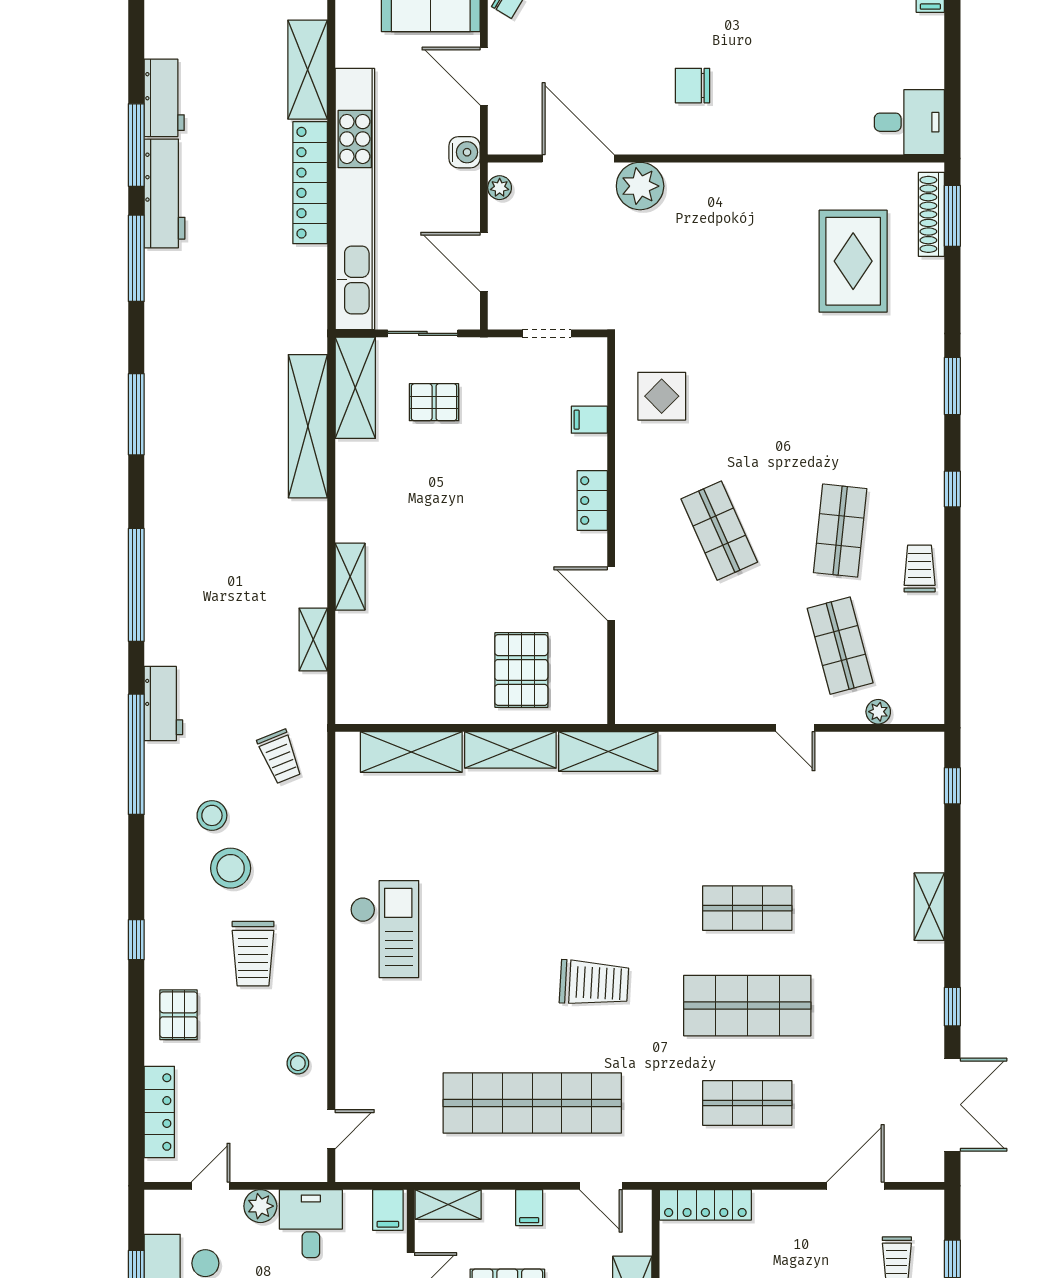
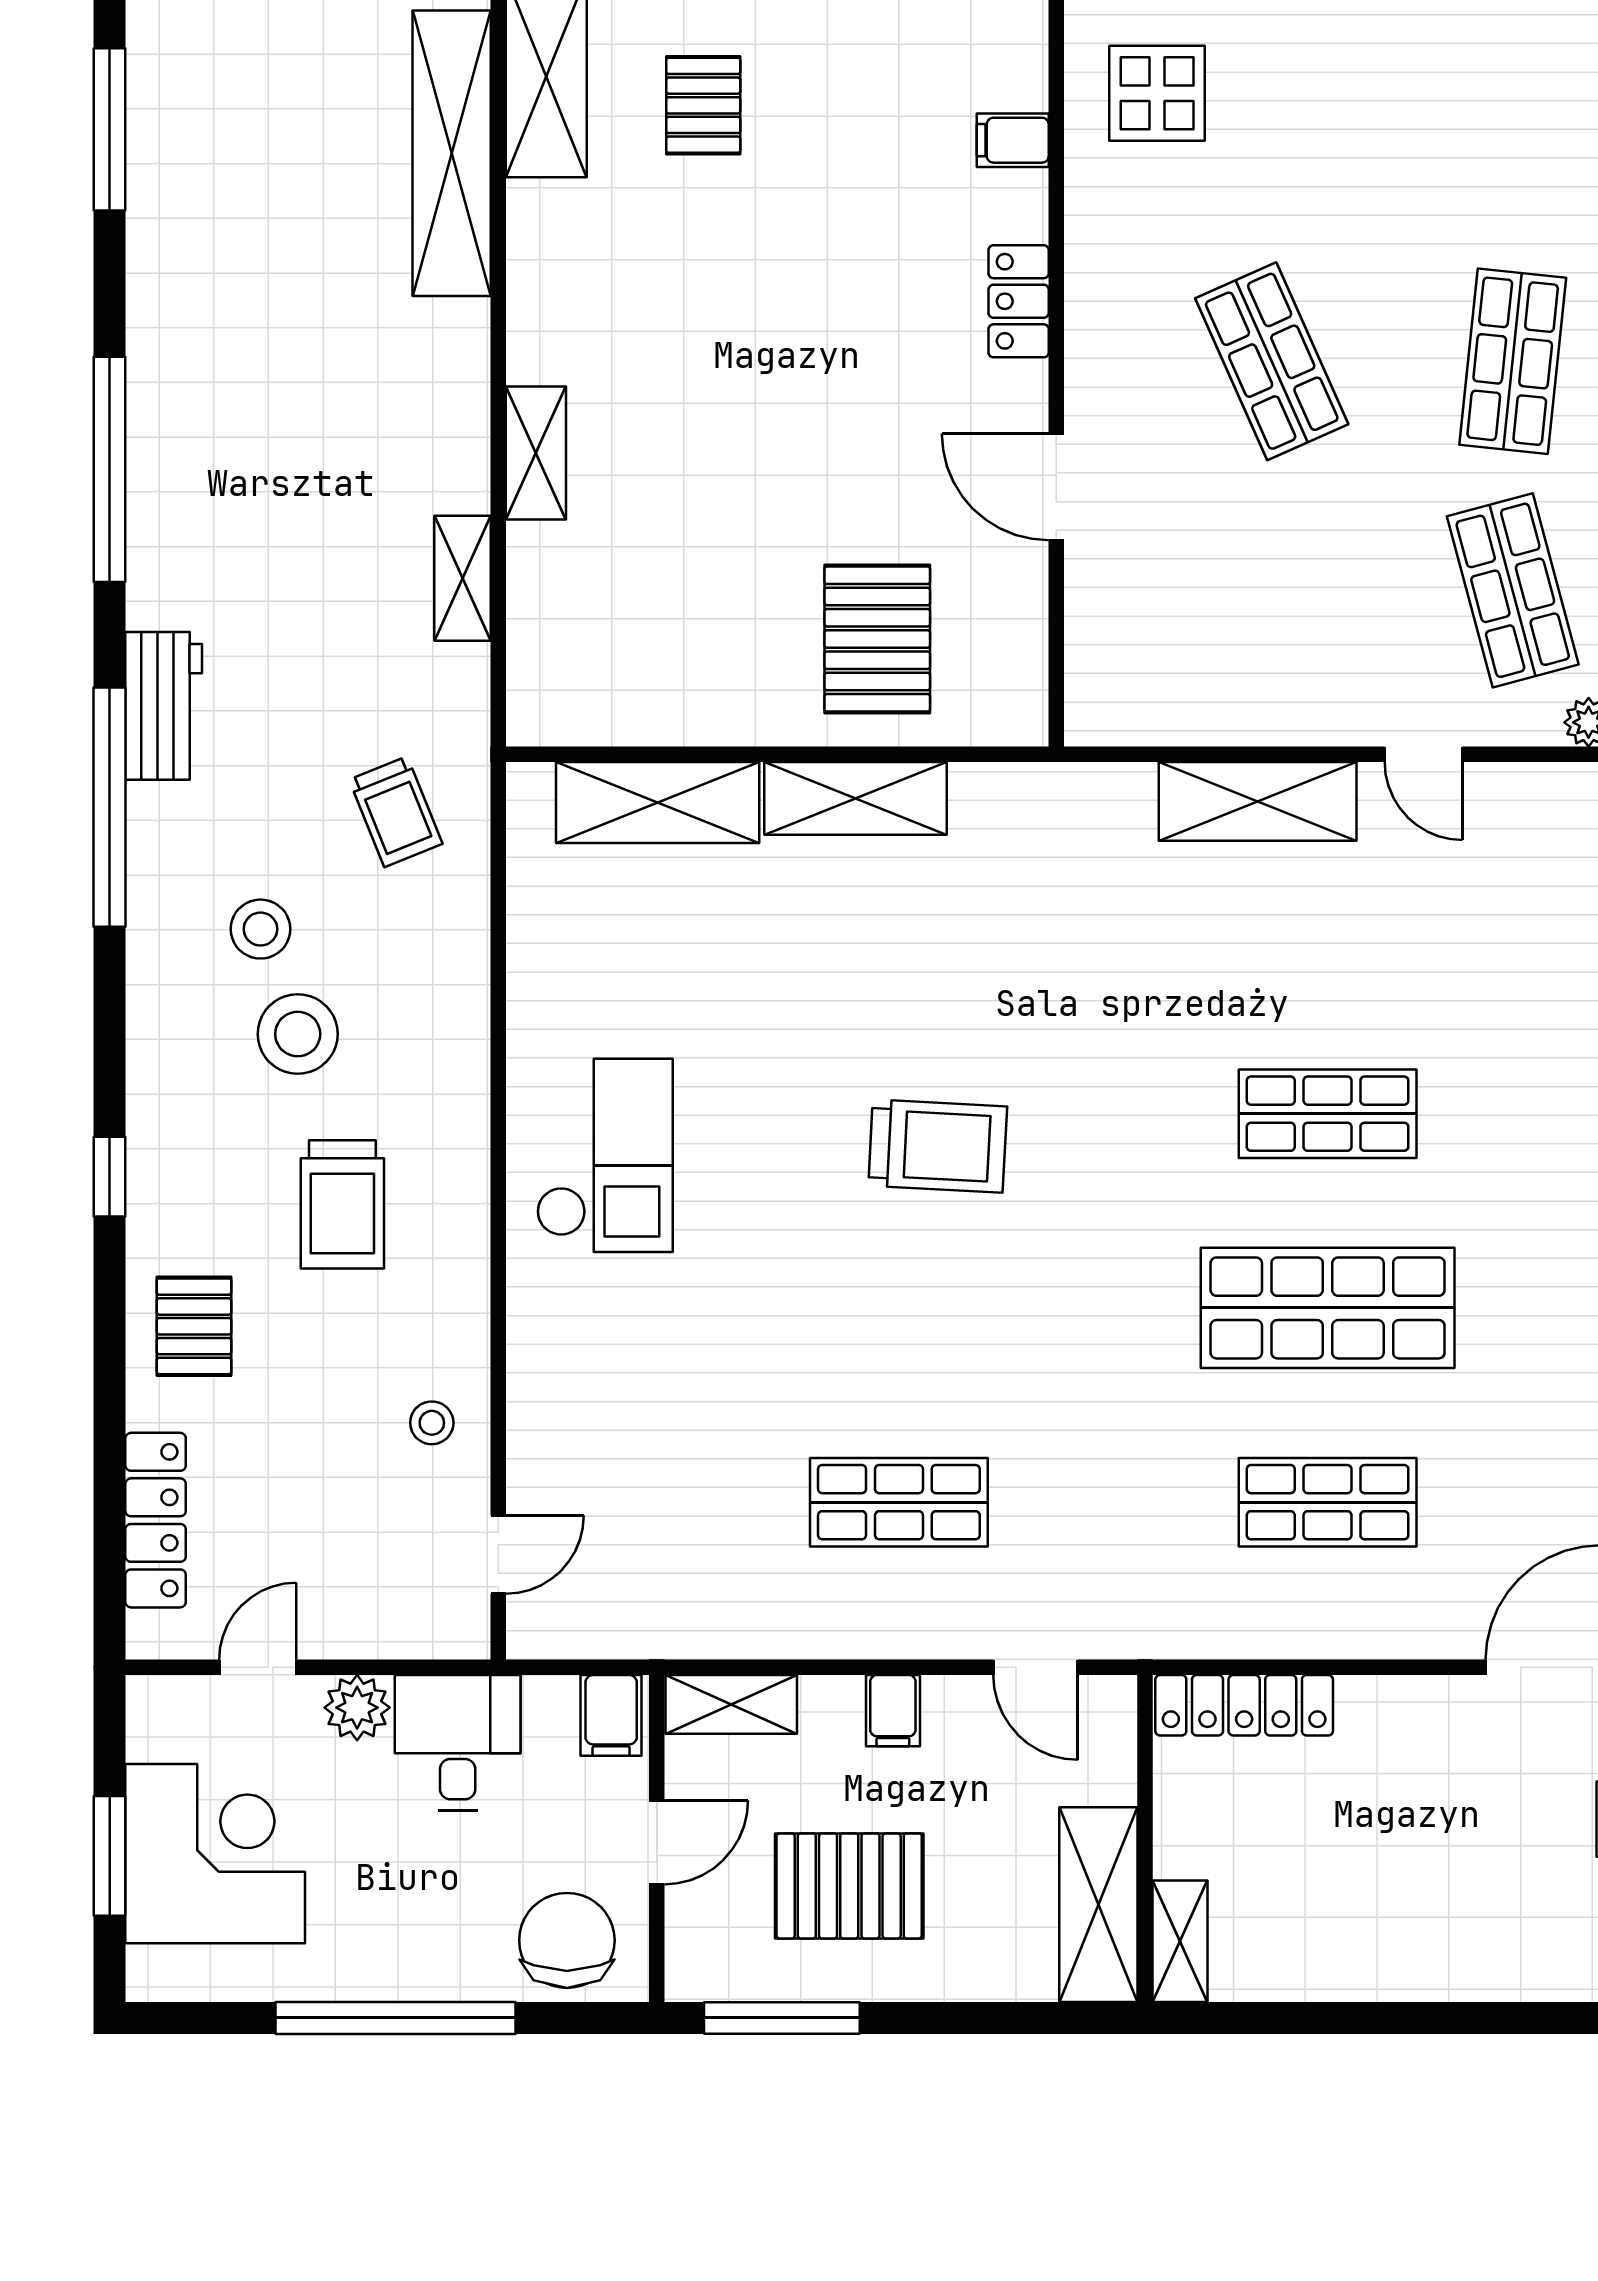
pallet: (434, 402) -> (703, 105), turned 90
shelving: (608, 751) -> (1258, 801), moved
trolley: (594, 983) -> (938, 1146), moved
shop shelf: (532, 1103) -> (899, 1502), width x0.50, depth x0.74

